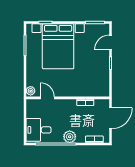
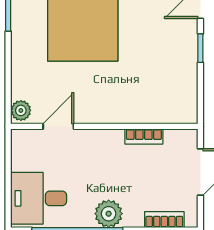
door: (47, 98) -> (58, 126), hinge flipped

